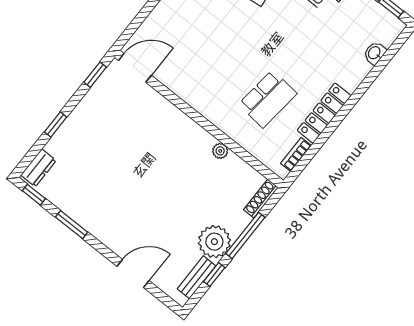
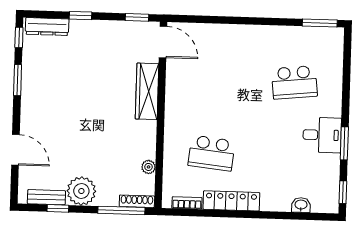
wardrobe: (169, 115) -> (147, 91), added
plant: (220, 151) -> (149, 167), moved
dresser: (38, 168) -> (47, 27), width x1.44
window: (245, 235) -> (121, 210), moved

